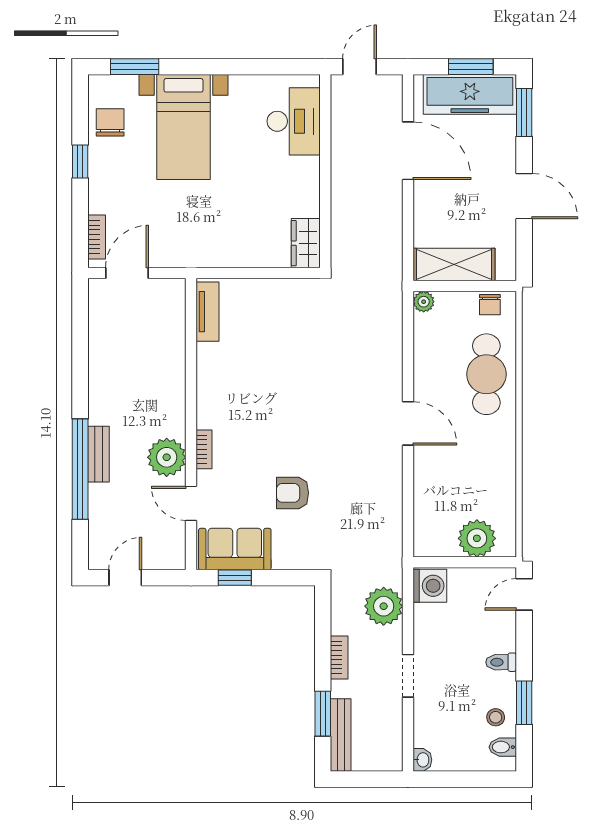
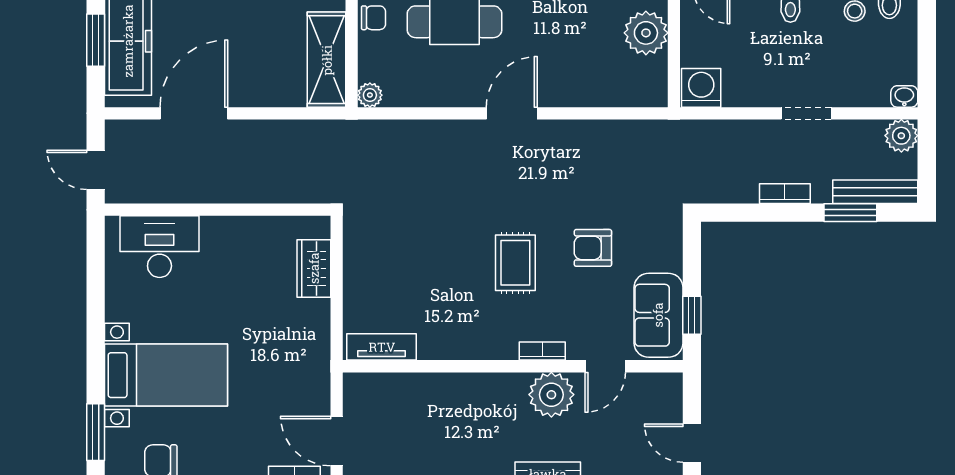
wardrobe: (306, 243) -> (314, 268), moved, turned 90
rug: (280, 426) -> (515, 263), added
armchair: (293, 493) -> (593, 248), turned 90
plant: (384, 606) -> (901, 136), moved, width x0.73, depth x0.73

